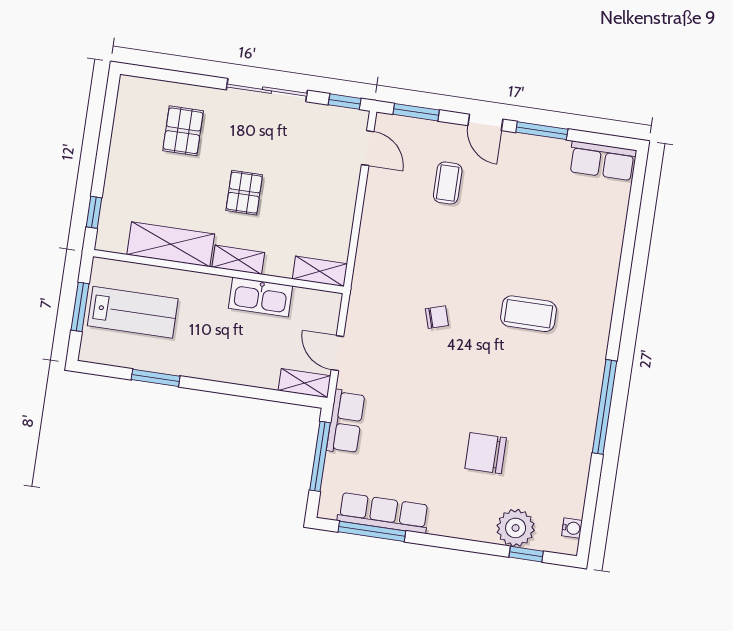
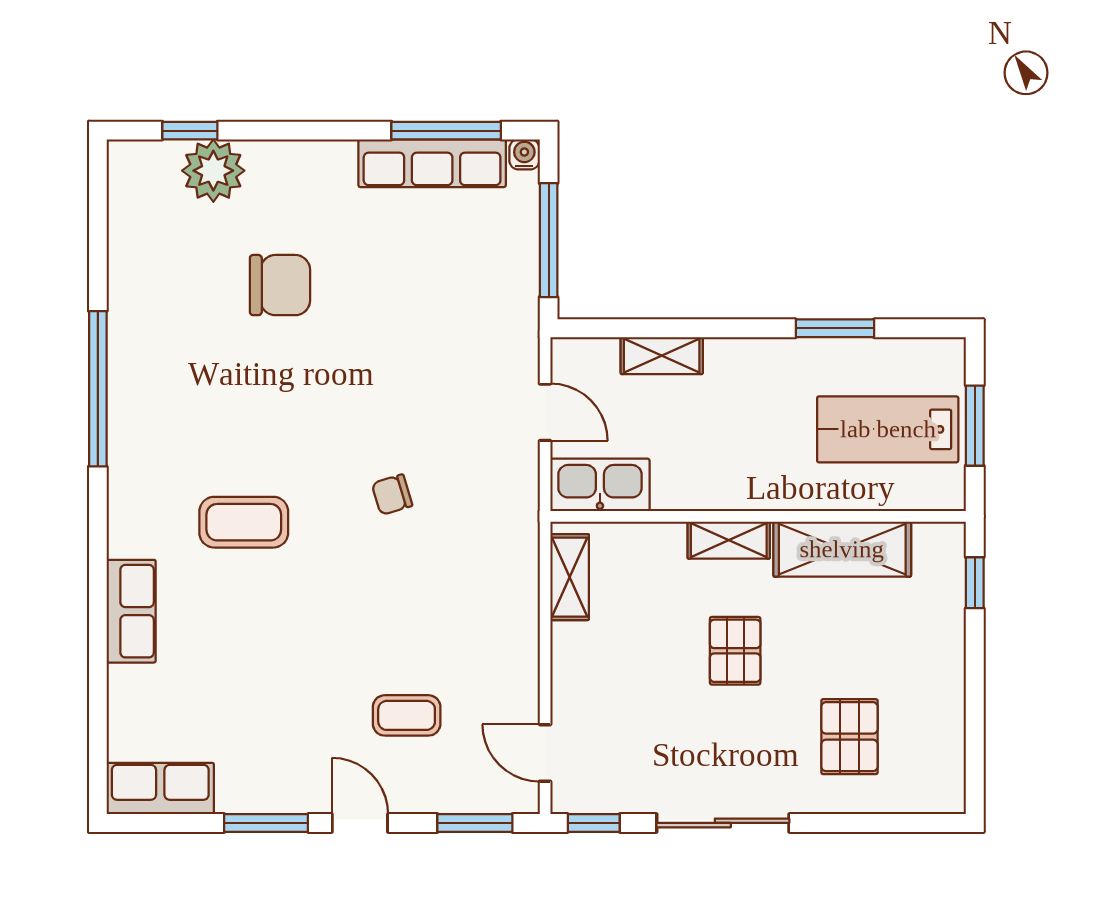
coffee table: (448, 183) -> (407, 715), turned 90
shelving: (320, 271) -> (570, 577), moved, turned 90
kitchen sink: (260, 297) -> (600, 485), moved
shelving: (304, 383) -> (662, 356), moved
row of seats: (346, 422) -> (131, 611), moved, turned 180
water cooler: (572, 528) -> (524, 154), moved, turned 90

